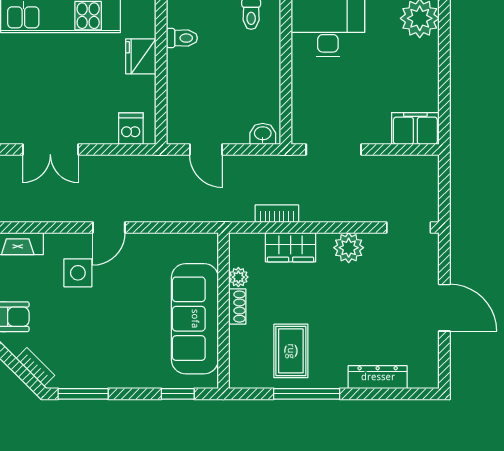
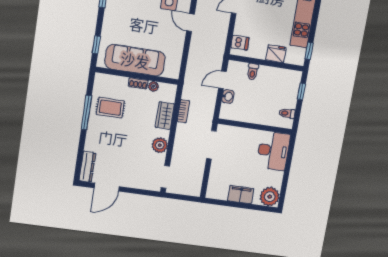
toilet: (182, 38) -> (253, 72), moved
filing cabinet: (415, 128) -> (241, 195), moved, turned -90
washbasin: (263, 134) -> (228, 97), moved
door: (444, 308) -> (107, 187), moved
dresser: (378, 377) -> (87, 167), moved

